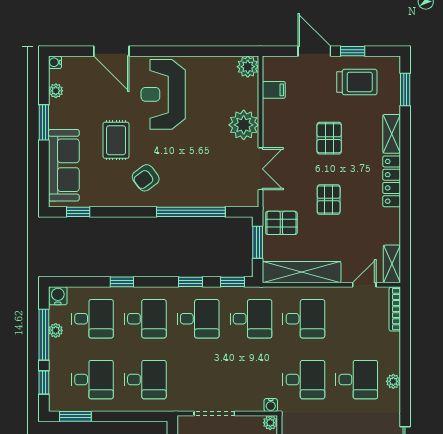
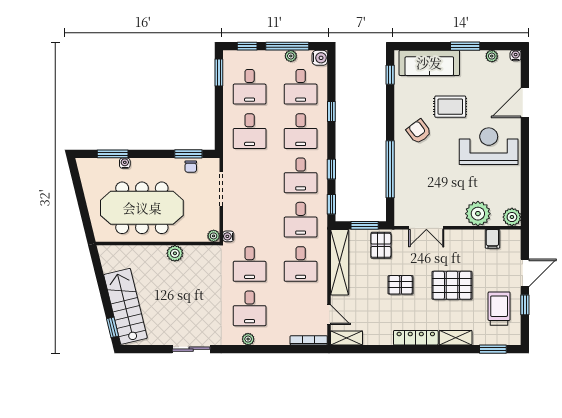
trolley: (357, 82) -> (499, 309), turned 180
plant: (244, 125) -> (478, 214), moved
pallet: (329, 138) -> (452, 285), width x1.50, depth x1.42

